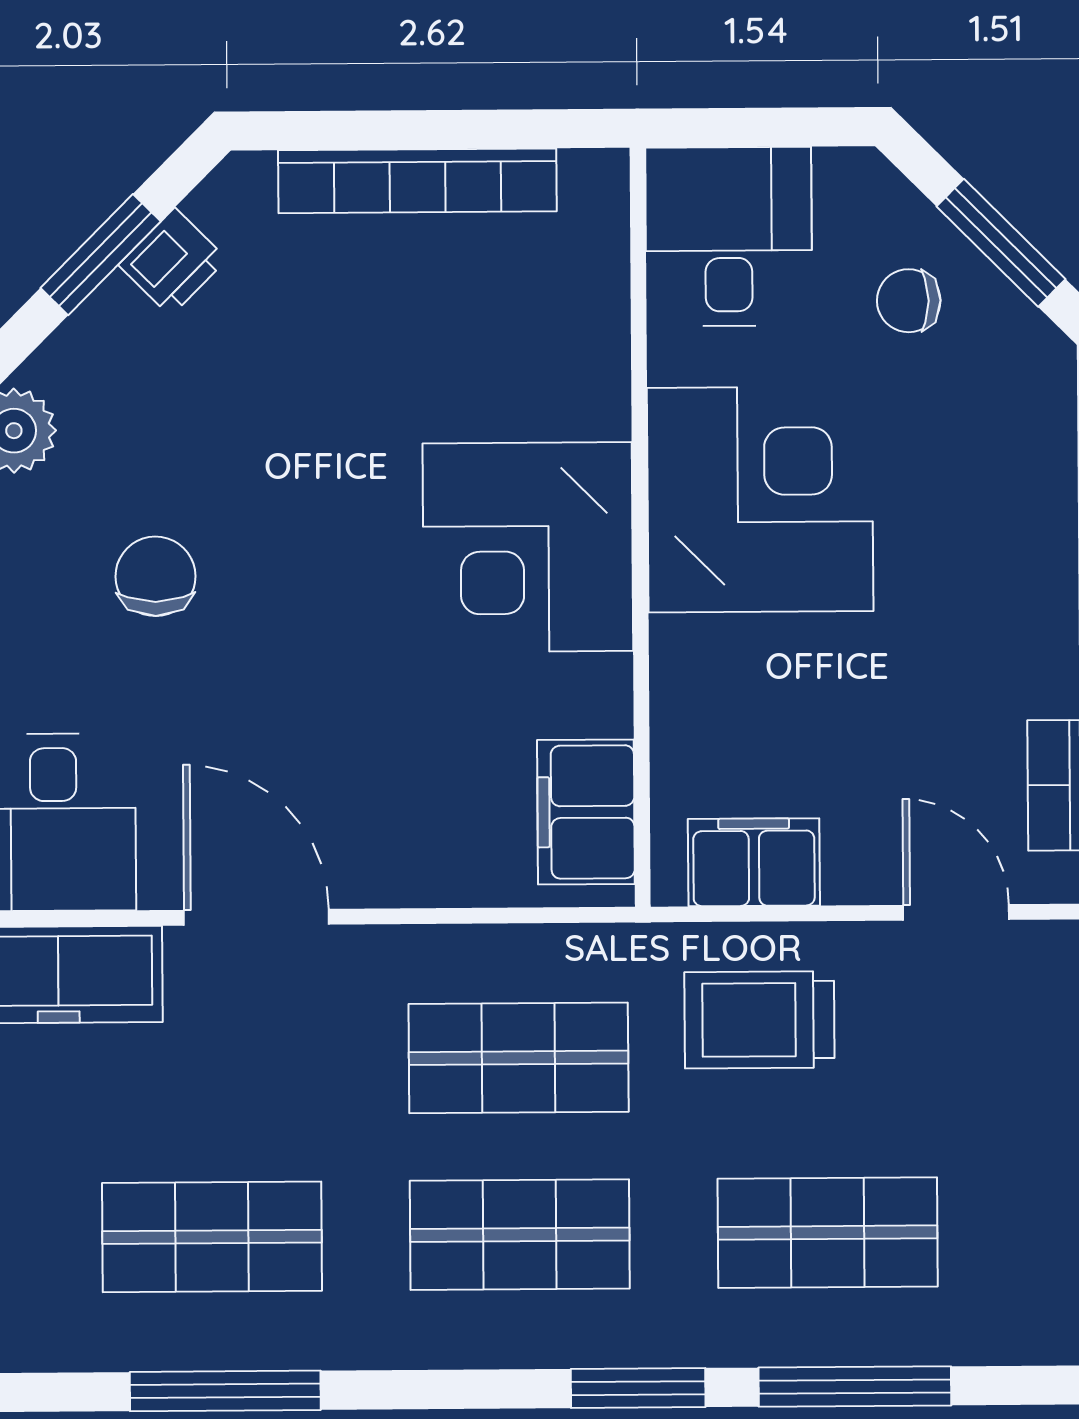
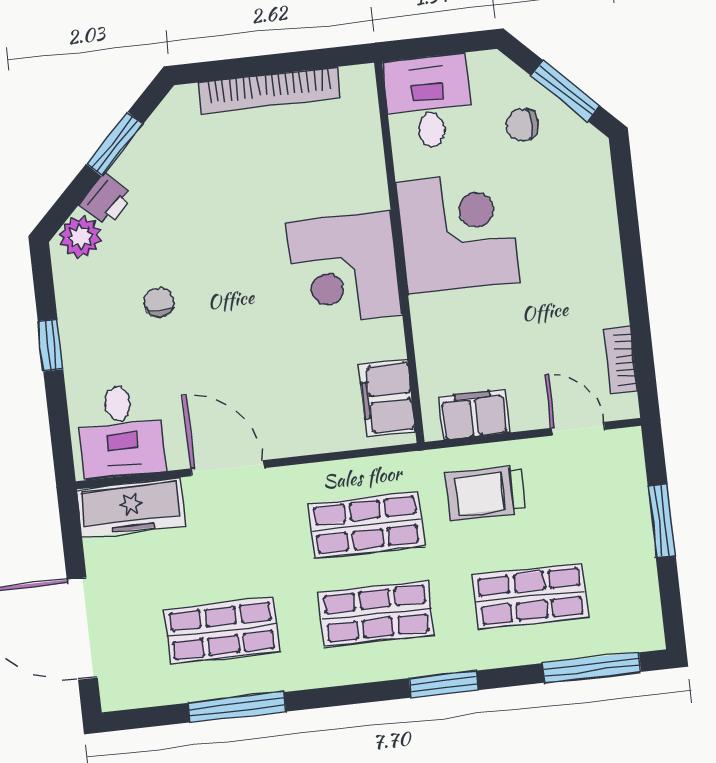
printer: (173, 262) -> (106, 200), moved
chair: (155, 576) -> (159, 303), width x0.73, depth x0.73
window: (855, 1387) -> (592, 668), moved

